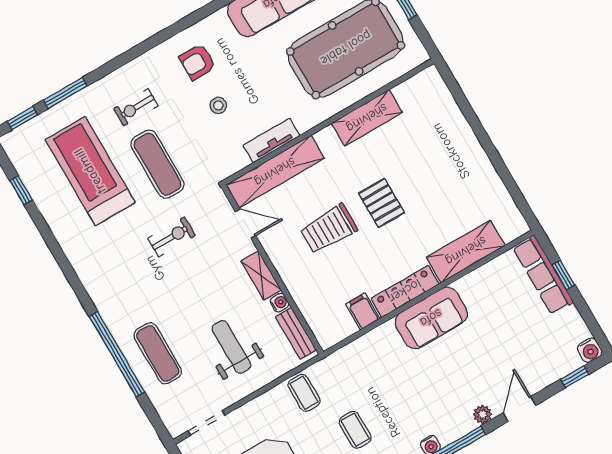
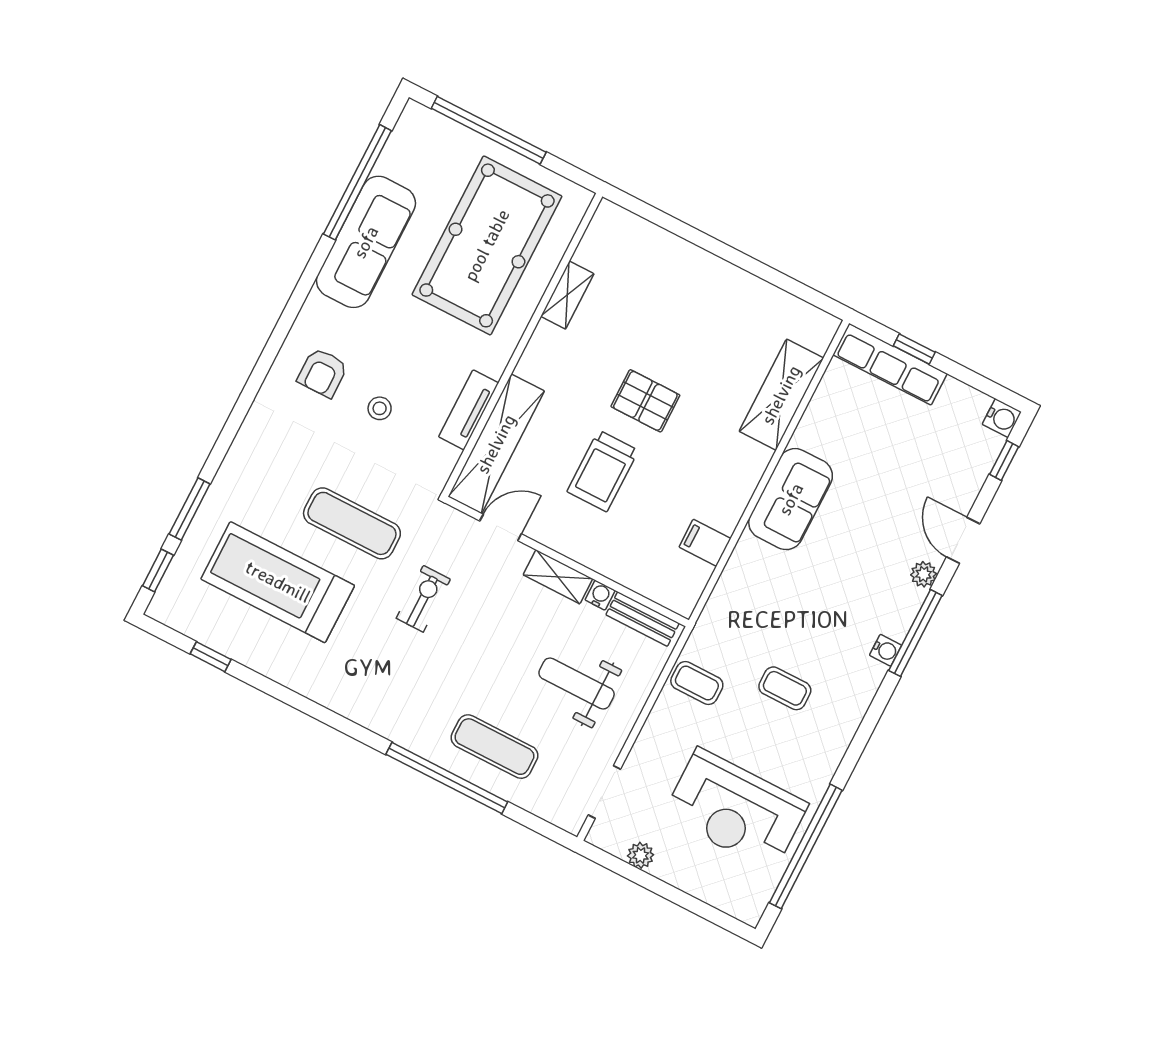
exercise bike: (136, 107) -> (284, 473), removed
shelving: (367, 118) -> (567, 295), width x0.67, depth x0.75
locker: (405, 291) -> (740, 487), removed

